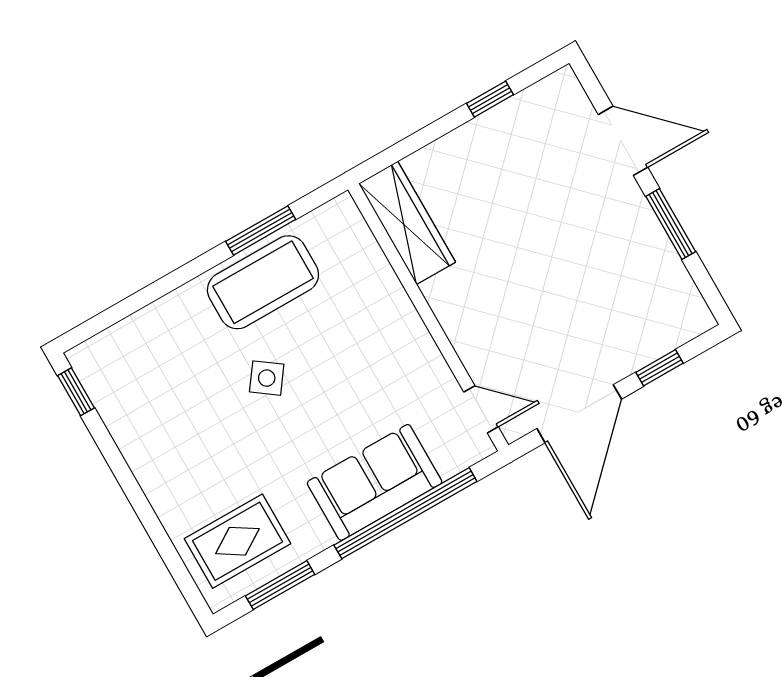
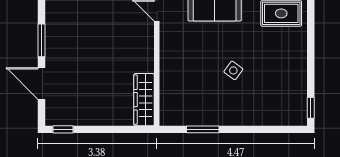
window: (490, 99) -> (63, 129), moved
coffee table: (263, 282) -> (213, 109), removed

